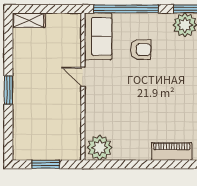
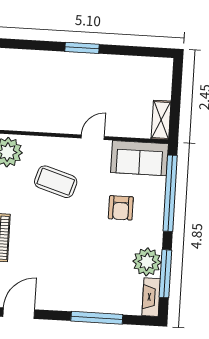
shelving: (29, 20) -> (161, 120), moved
coffee table: (122, 106) -> (56, 182), added

